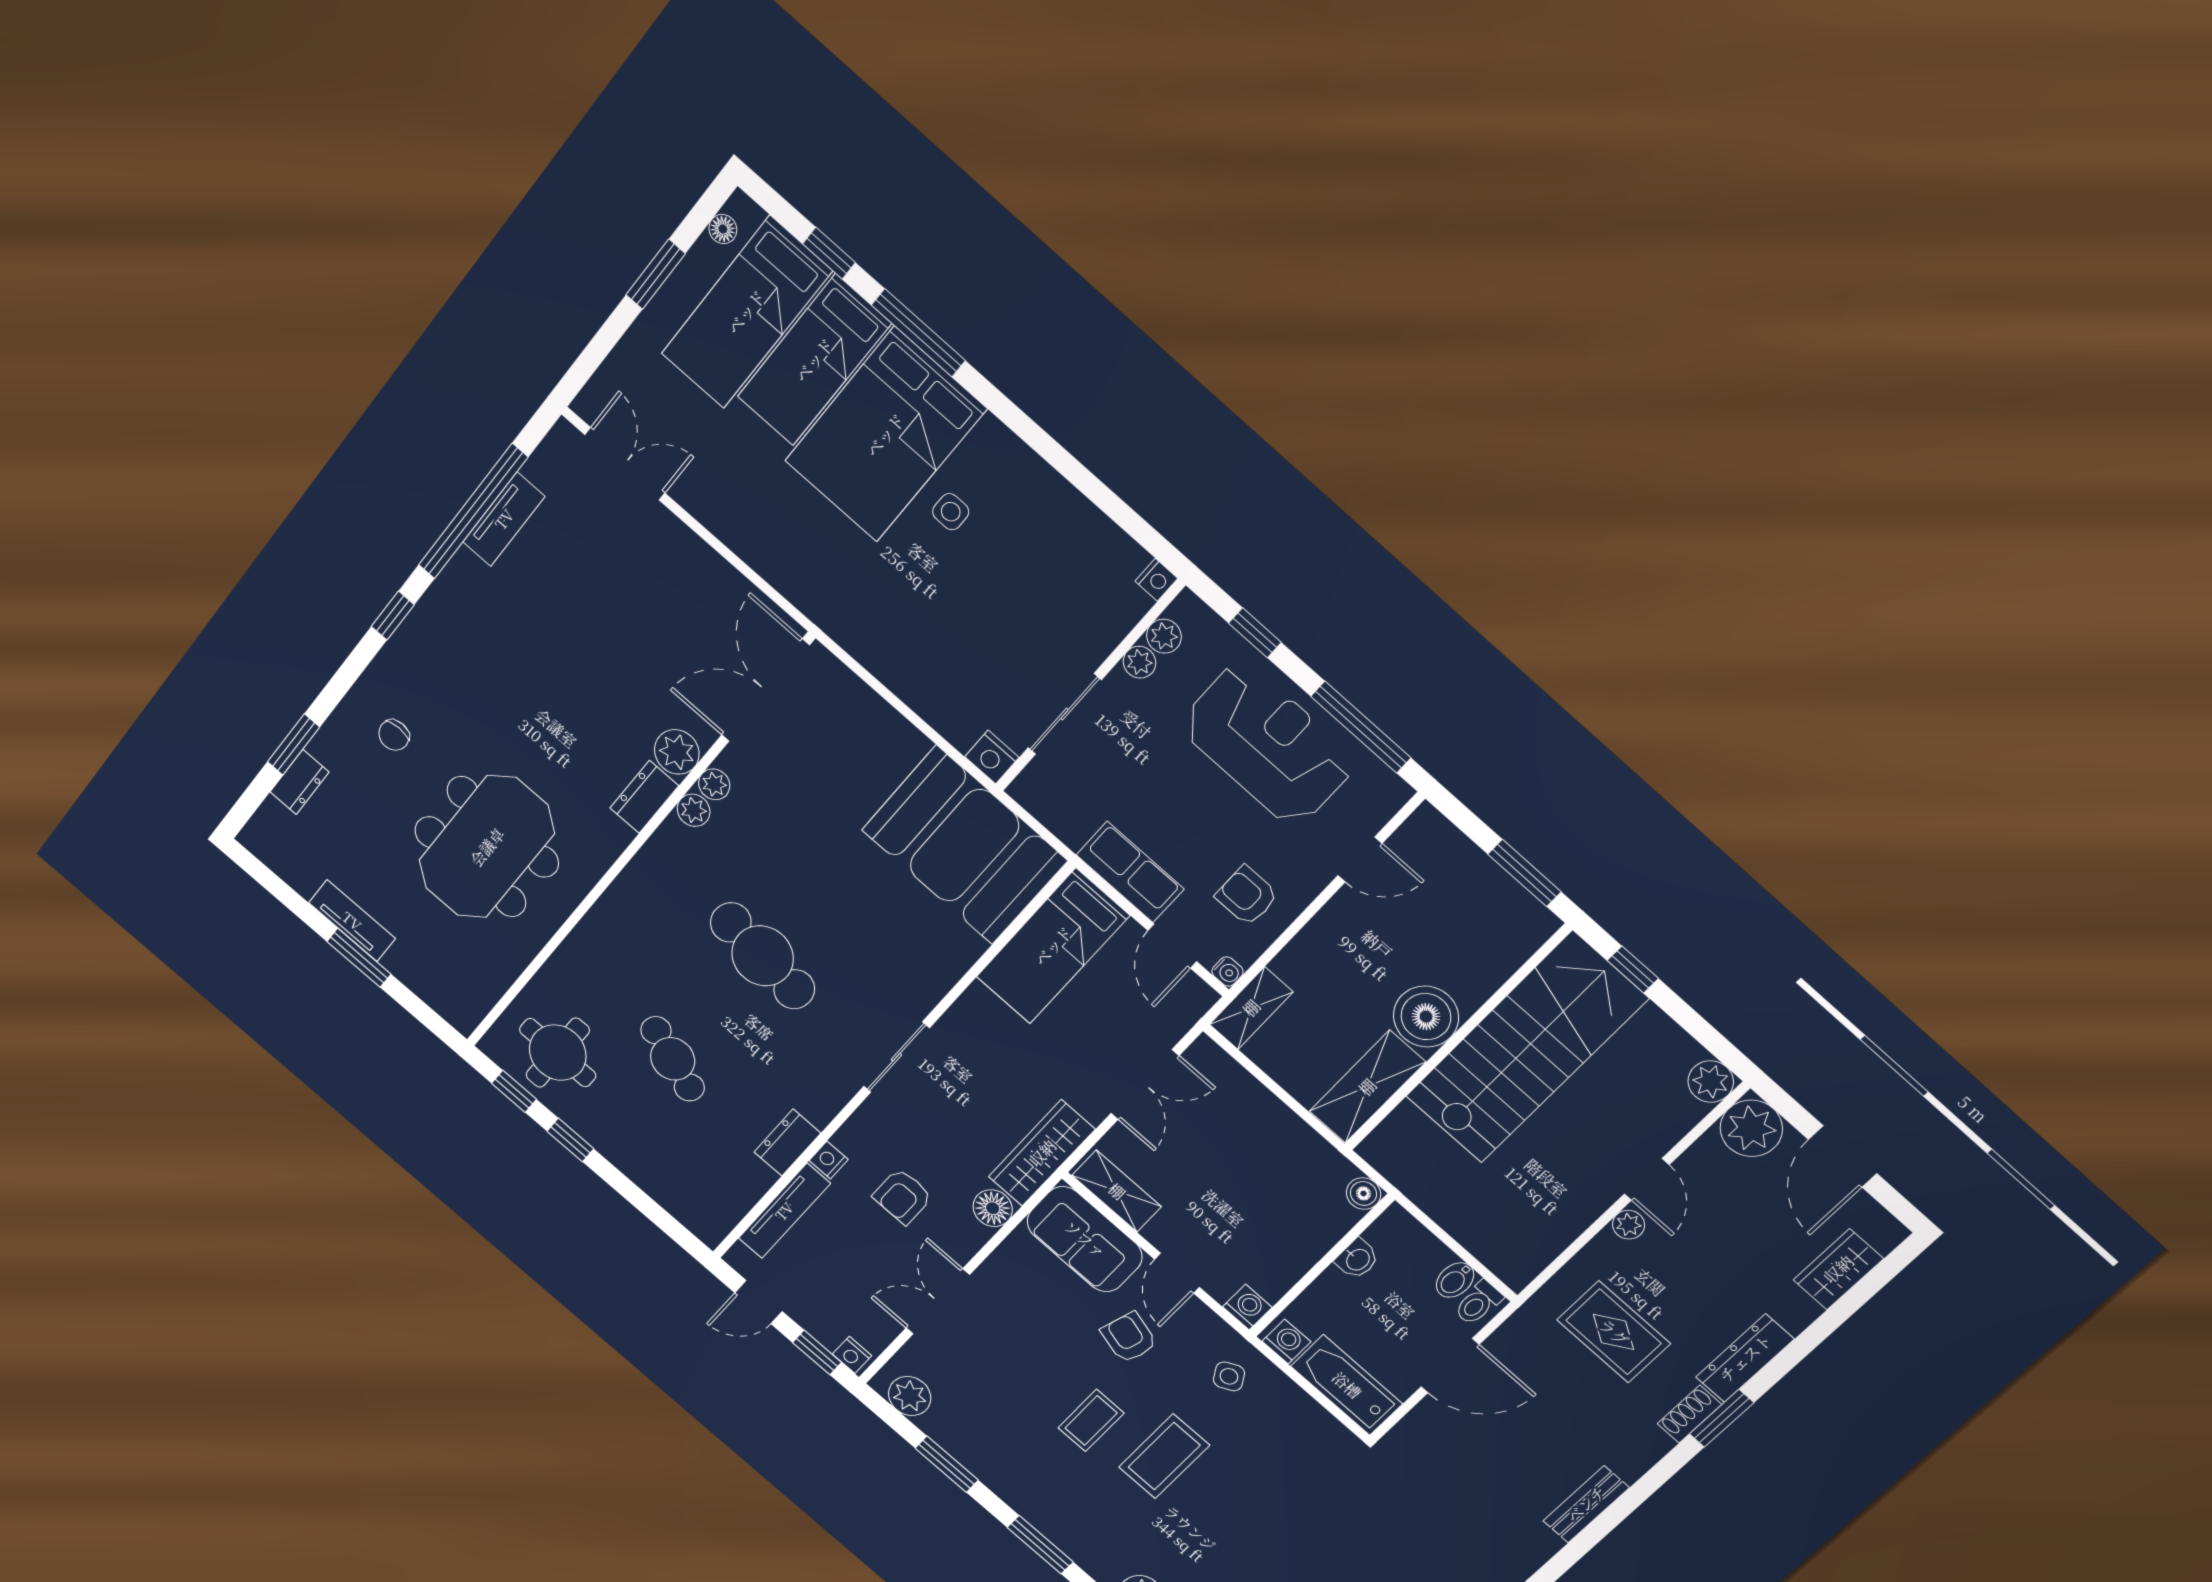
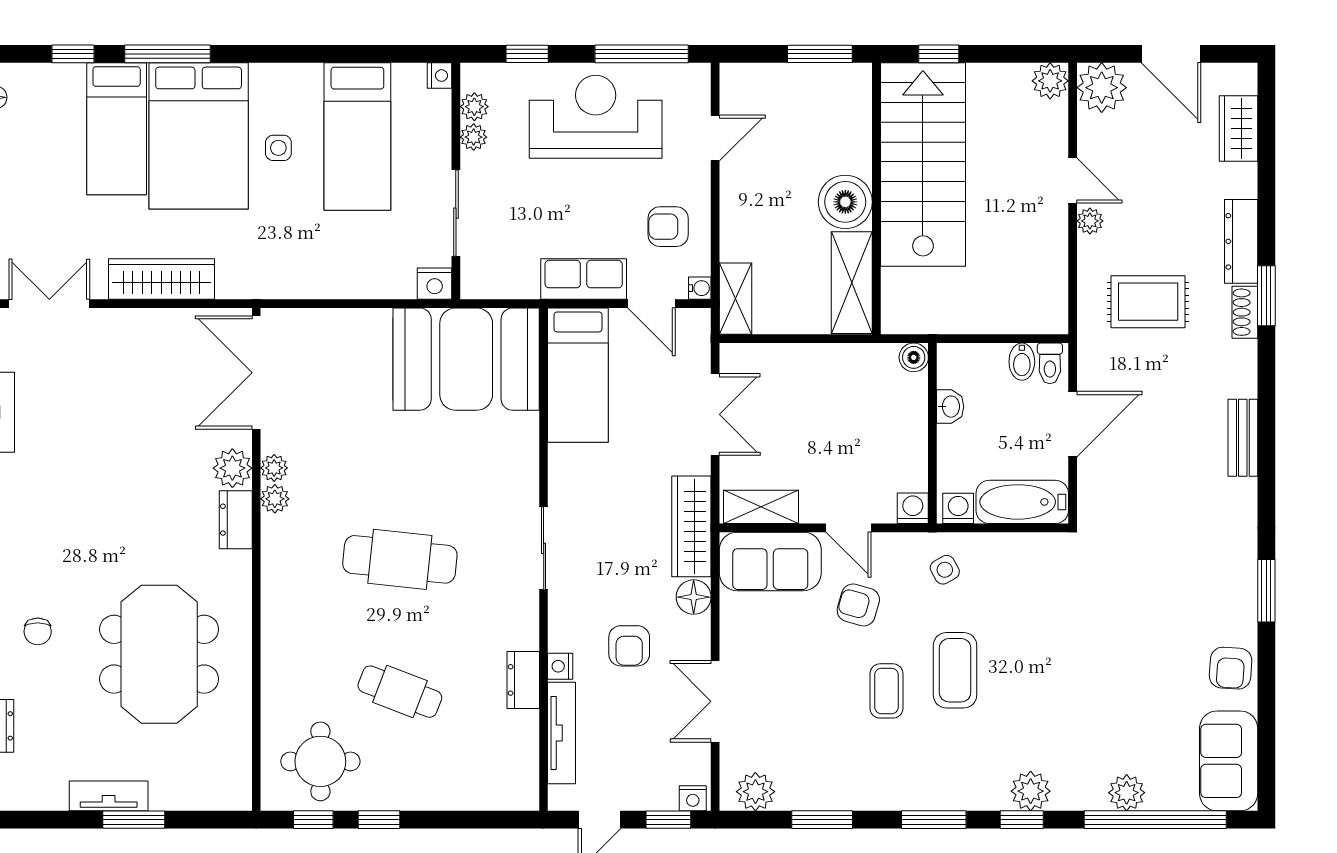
bed: (746, 312) -> (357, 136), moved
wardrobe: (746, 533) -> (162, 279), added

